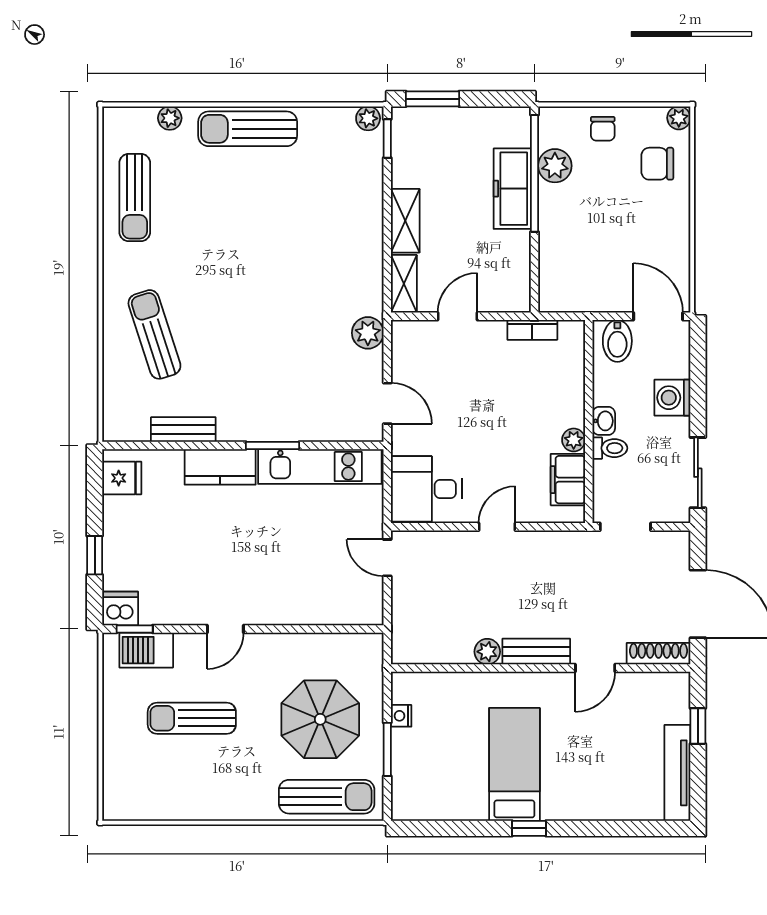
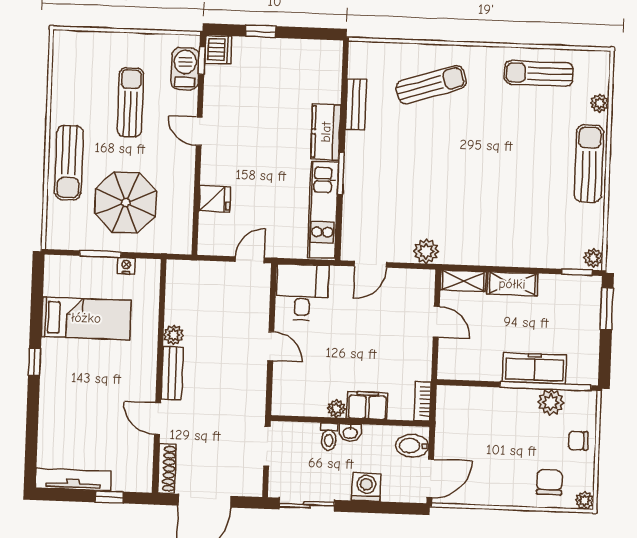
bookcase: (532, 330) -> (423, 401), moved
fridge: (122, 478) -> (215, 199), moved, turned -90
filing cabinet: (568, 480) -> (367, 405), moved
bed: (514, 764) -> (86, 318), moved
sun lounger: (327, 797) -> (69, 163), moved

